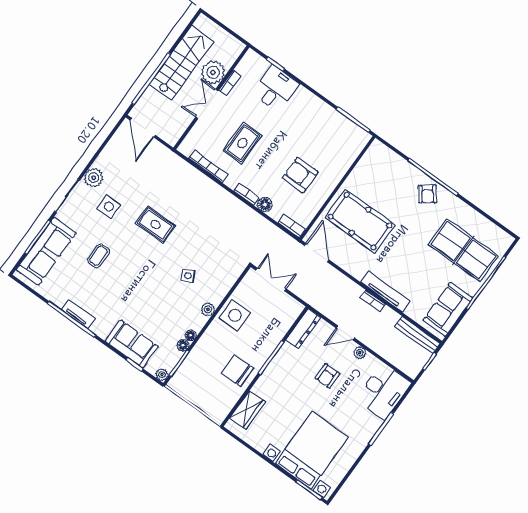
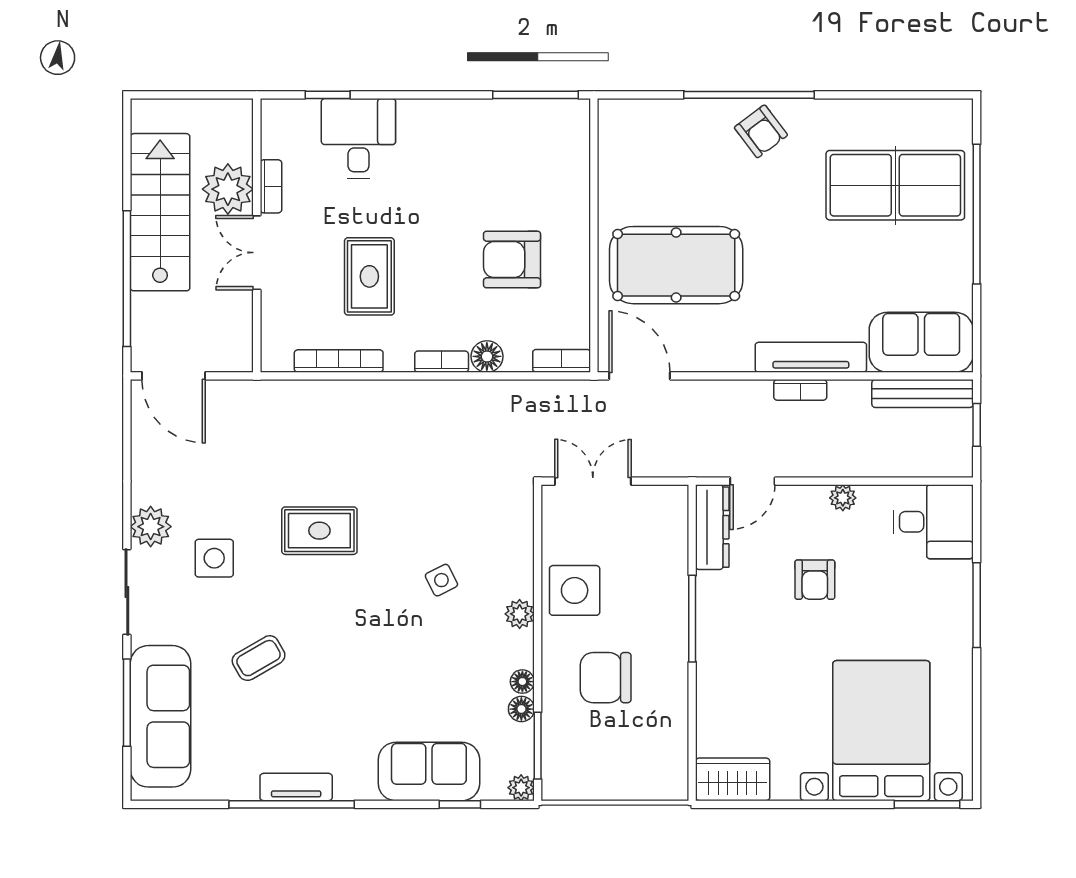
coffee table: (99, 256) -> (259, 658), turned 60
sofa: (448, 309) -> (921, 342), moved, turned 90
door: (345, 333) -> (752, 481), moved
chair: (237, 371) -> (606, 678), moved
desk: (383, 391) -> (933, 522), width x0.73
wardrobe: (248, 410) -> (733, 779), moved, turned -90

